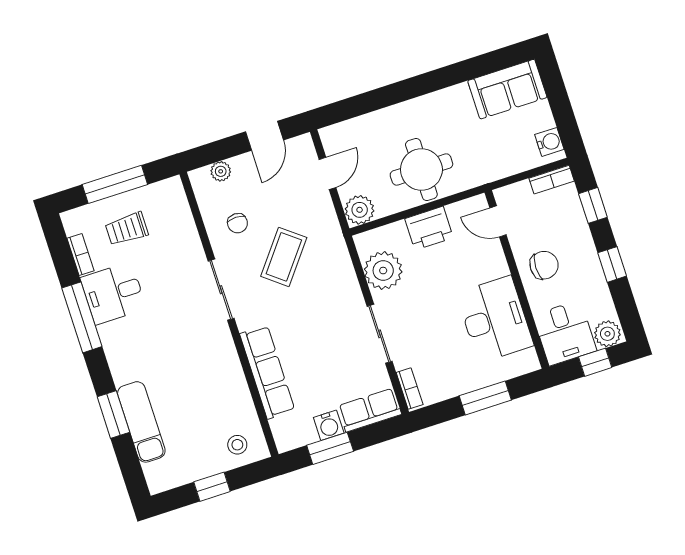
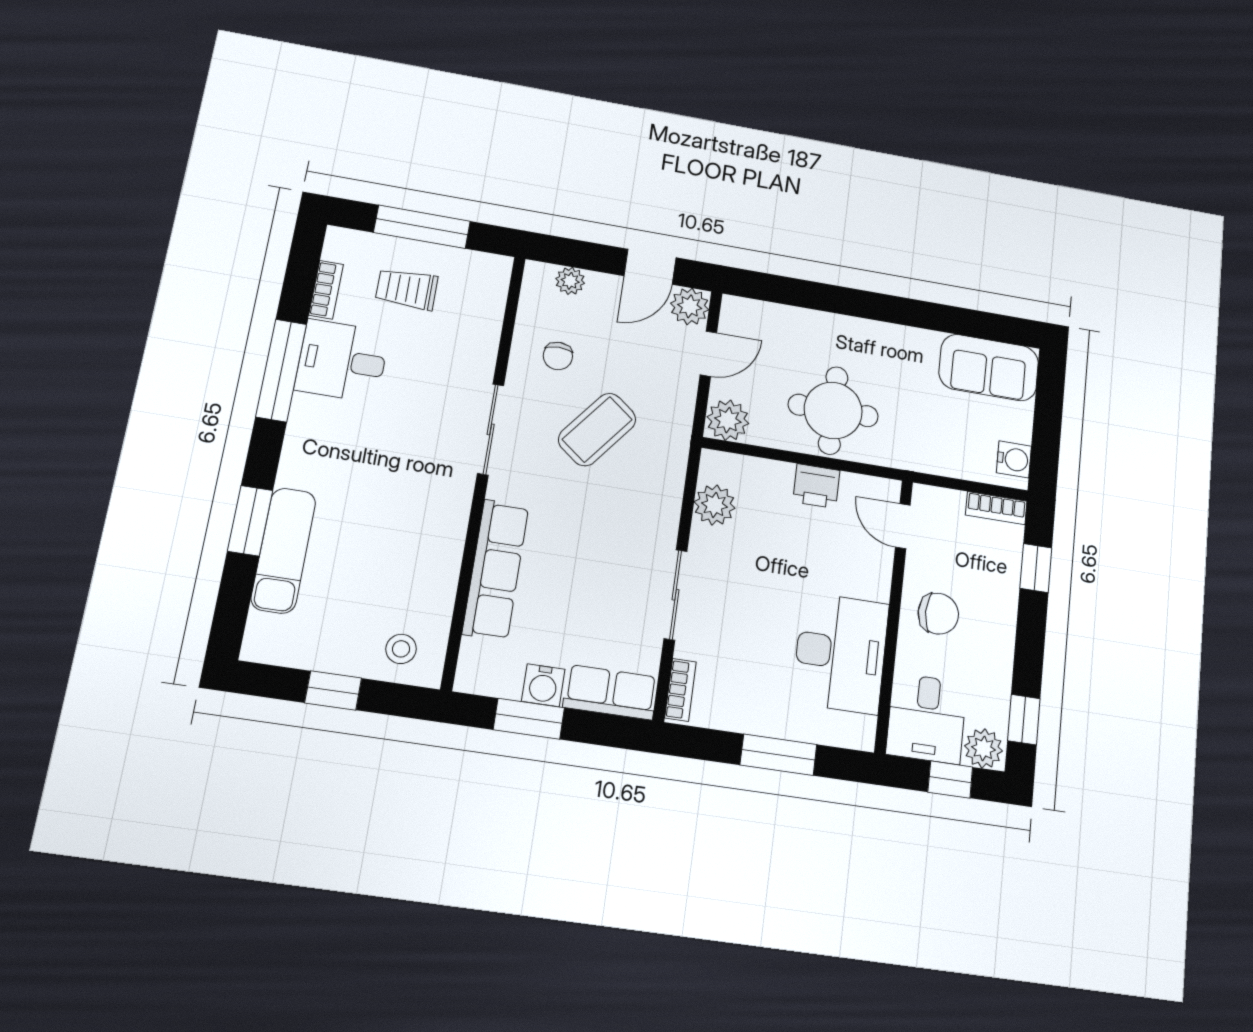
plant: (301, 149) -> (690, 306), added
printer: (429, 228) -> (816, 486), width x0.73, depth x0.81
window: (612, 264) -> (1024, 720), moved
plant: (383, 271) -> (715, 505), width x0.73, depth x0.73

